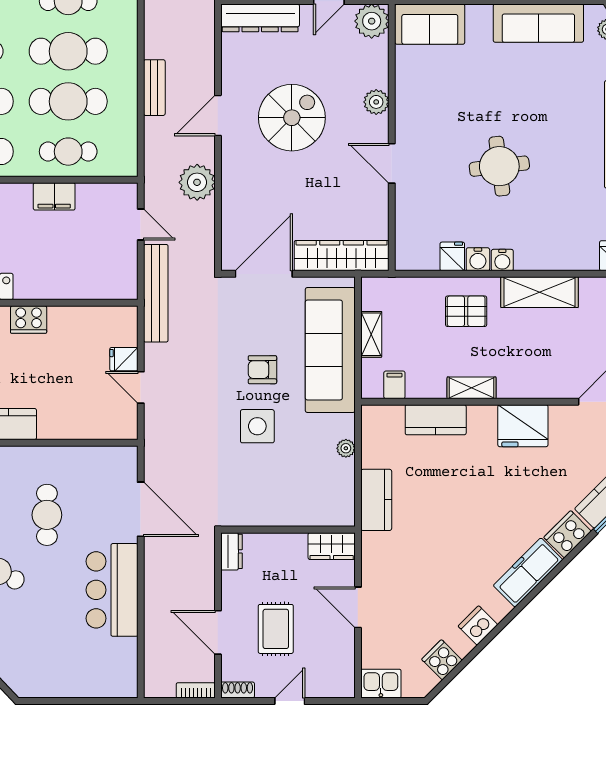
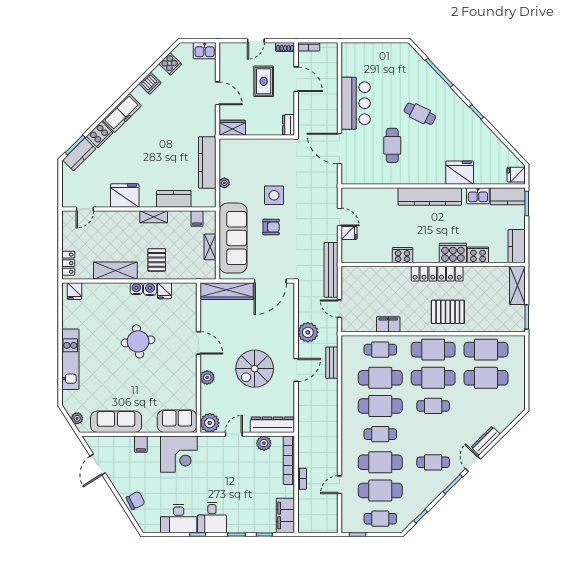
bench: (154, 88) -> (332, 363), moved
pallet: (466, 311) -> (157, 260), turned 90
kitchen counter: (376, 500) -> (207, 162), width x1.50

